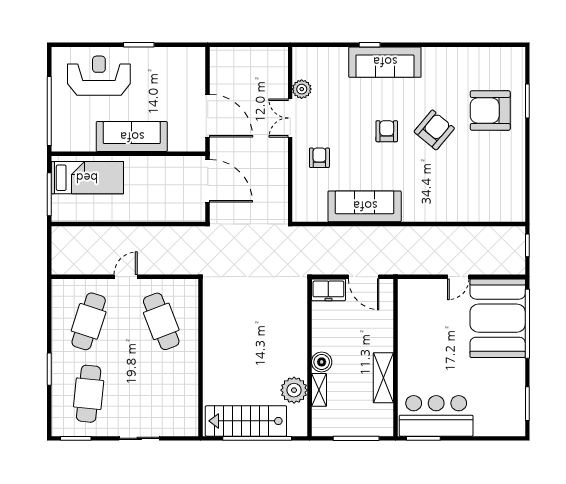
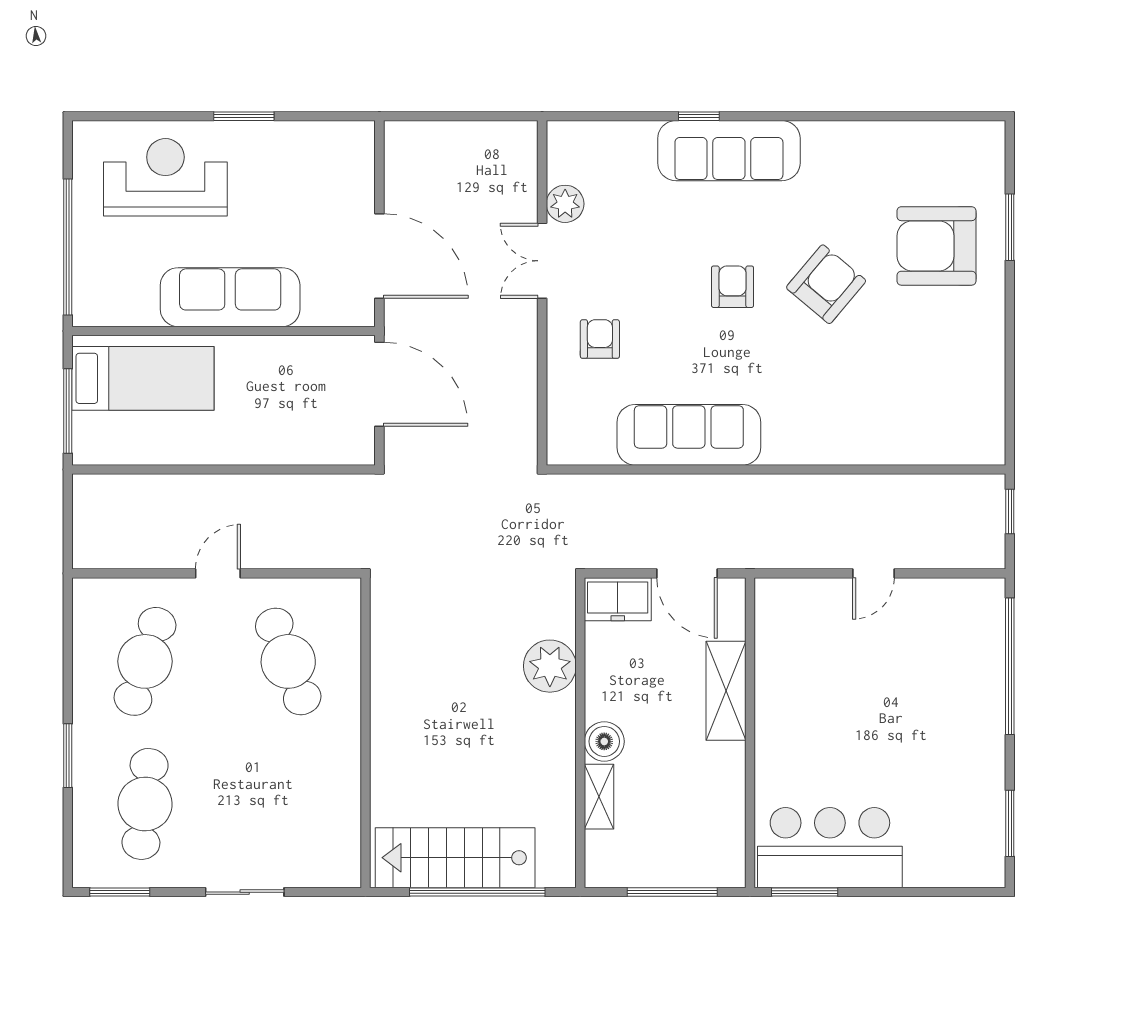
booth: (498, 318) -> (951, 655), removed
shelving: (383, 378) -> (726, 691), moved
plant: (294, 390) -> (550, 666), moved

